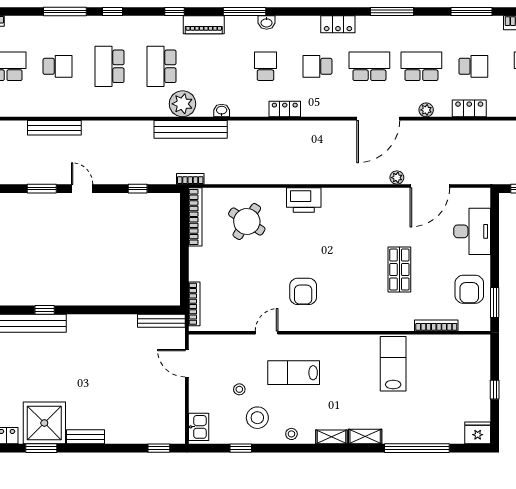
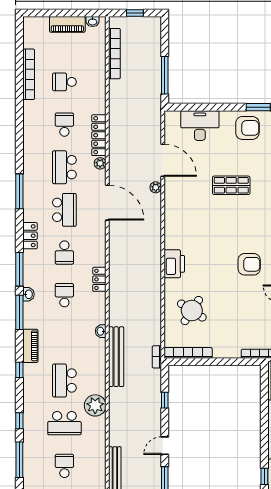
window: (472, 12) -> (19, 269), moved
school desk: (162, 66) -> (64, 381), turned 90
school desk: (265, 66) -> (64, 295), turned 90
school desk: (369, 66) -> (64, 210), turned 180
plant: (182, 104) -> (95, 405), moved
locker: (469, 108) -> (99, 135), width x1.53

